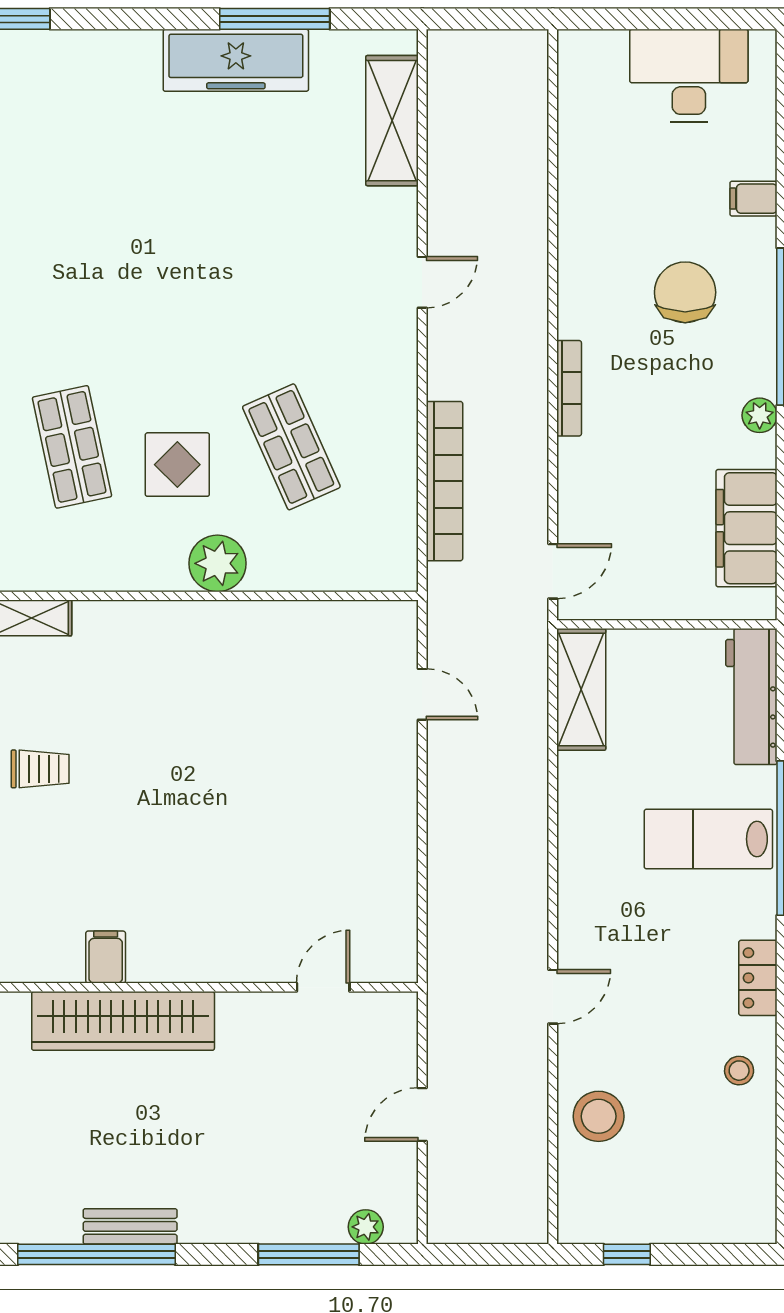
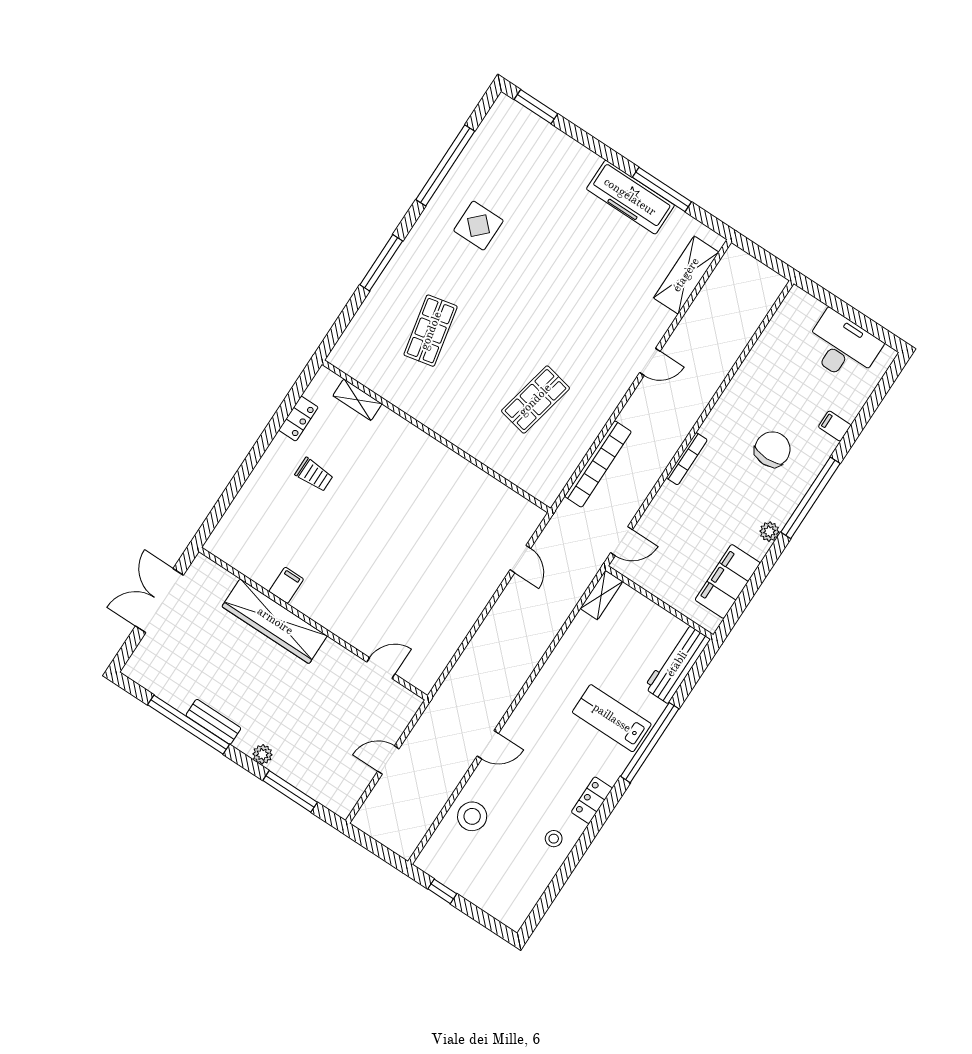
shop shelf: (291, 447) -> (535, 400), turned 36
display table: (177, 465) -> (478, 226), moved
plant: (217, 563) -> (464, 432), removed
shelving: (581, 689) -> (601, 595), width x0.67, depth x0.75
plant: (366, 1227) -> (262, 754), moved

